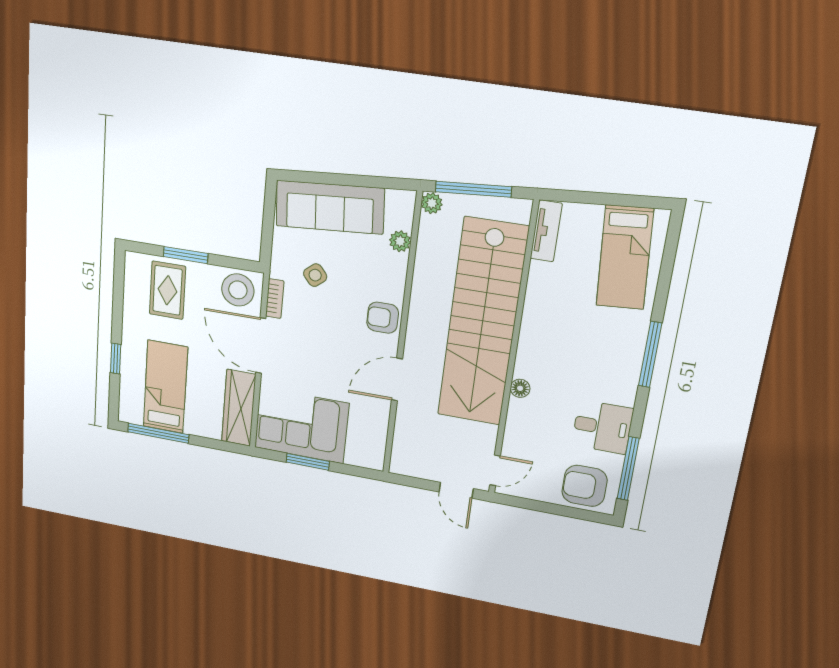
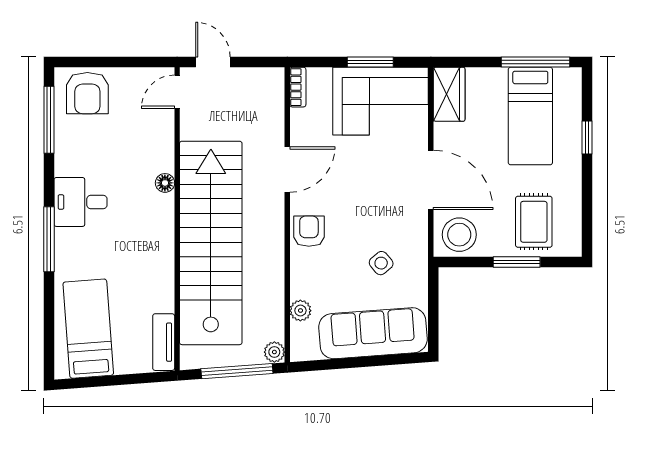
bookcase: (275, 299) -> (298, 87), moved, turned 180
armchair: (383, 318) -> (309, 231), turned -90
wardrobe: (239, 408) -> (449, 94), width x0.67
desk: (602, 427) -> (81, 202), moved
armchair: (584, 486) -> (87, 93), turned 90

